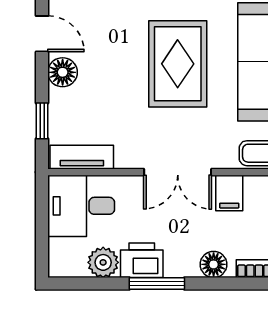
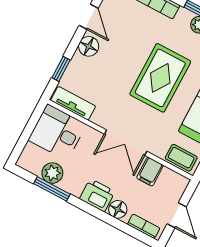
printer: (142, 260) -> (97, 195), moved
window: (157, 284) -> (52, 189), moved

